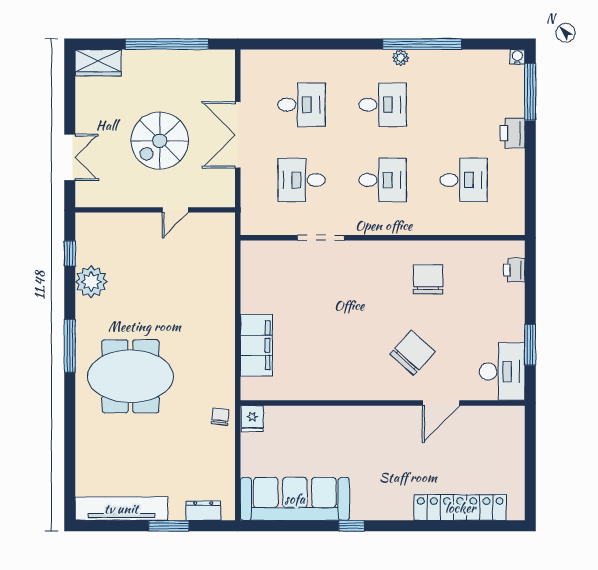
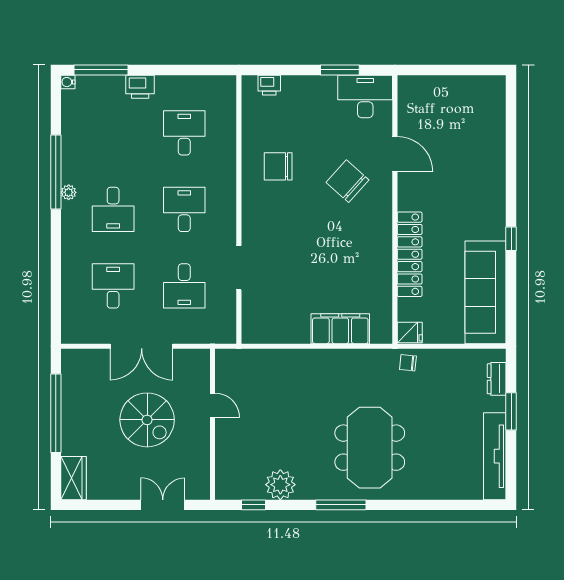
desk: (383, 105) -> (113, 209), turned 180
locker: (460, 508) -> (410, 254), moved, turned 180

